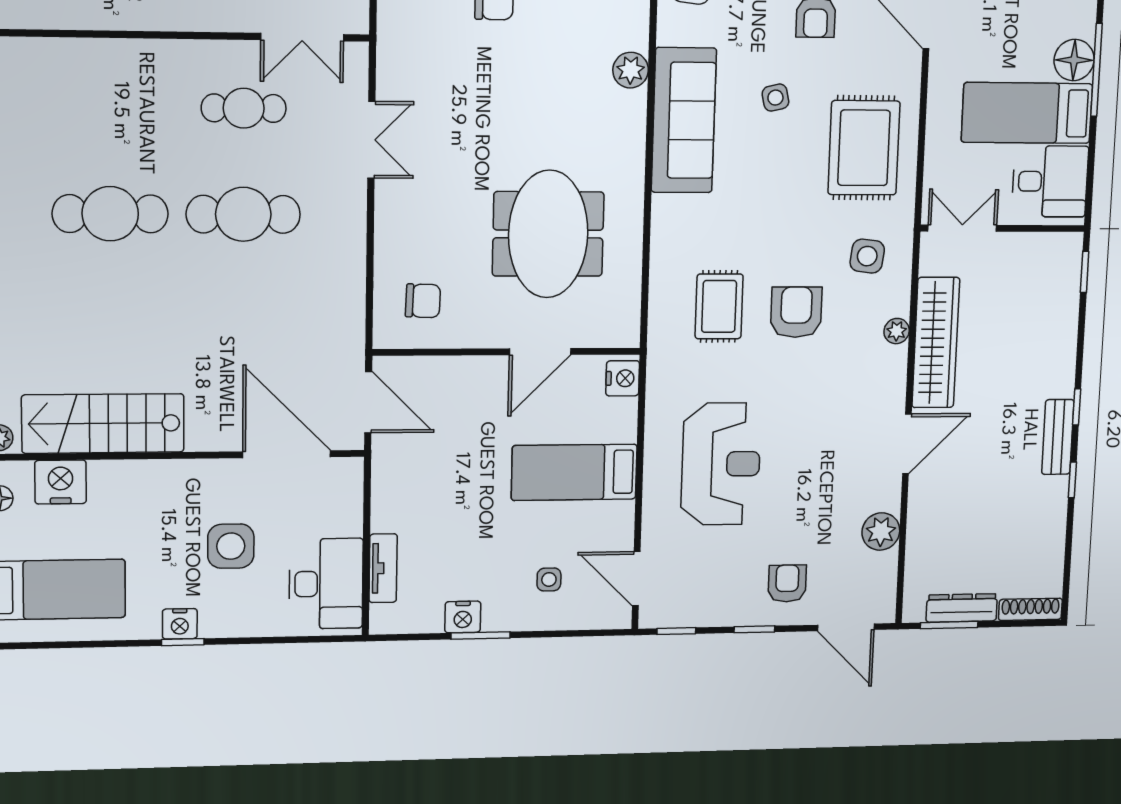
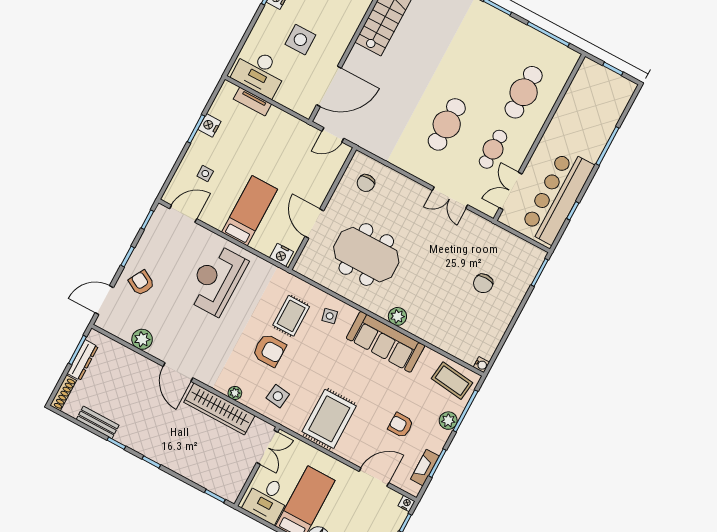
plant: (631, 70) -> (397, 316), moved
side table: (775, 98) -> (330, 316), moved
rug: (864, 148) -> (329, 419), turned 90
cafe table: (110, 214) -> (524, 92), moved
rug: (719, 306) -> (291, 316), turned 90
door: (368, 402) -> (333, 135), width x0.73
bench: (1058, 437) -> (98, 422), moved
reception desk: (721, 464) -> (216, 280), turned 90
armchair: (787, 583) -> (141, 283), turned -151

